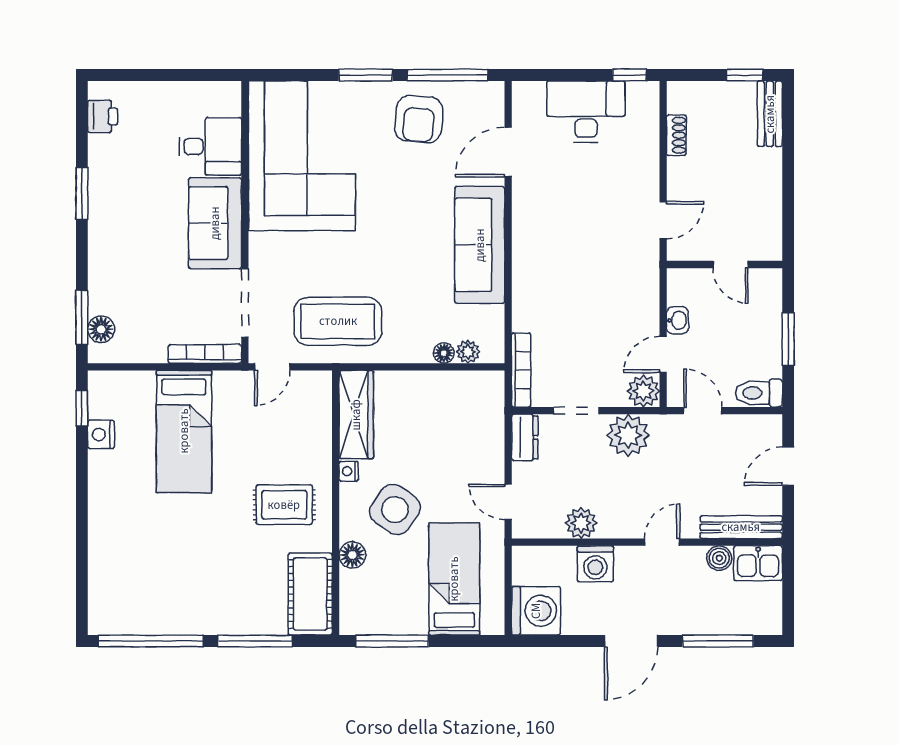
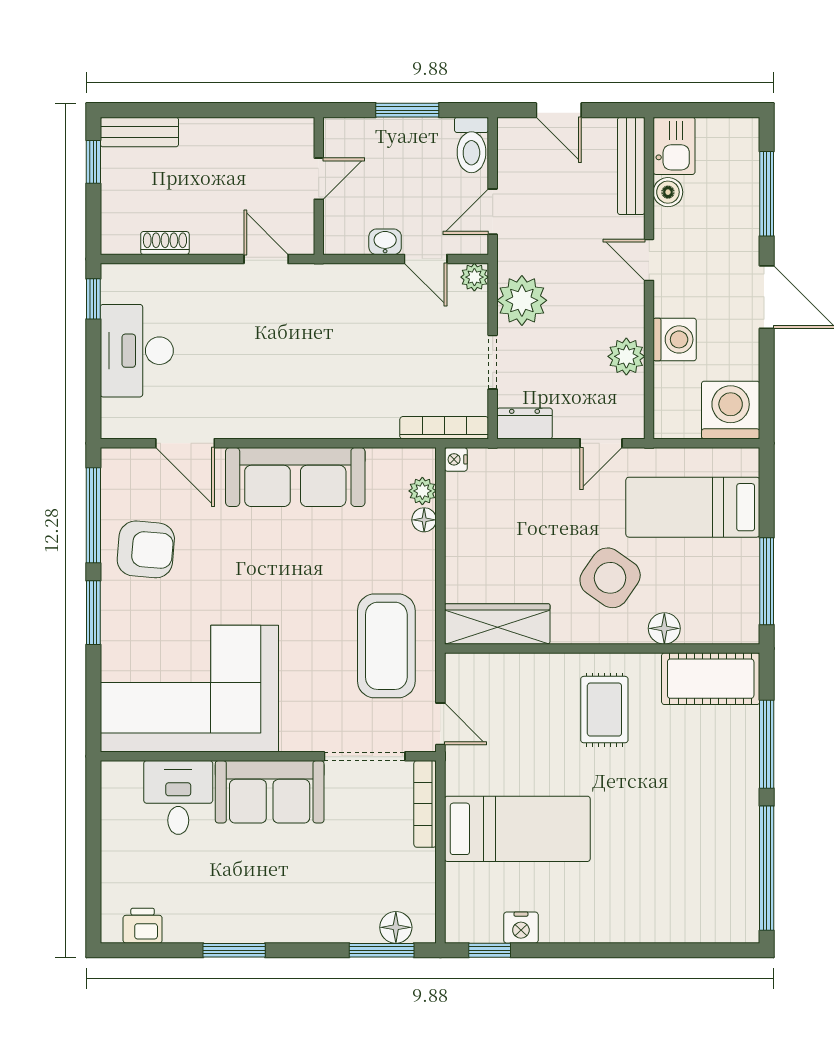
plant: (643, 391) -> (474, 277), width x0.73, depth x0.73
nightstand: (349, 471) -> (456, 459), moved, turned 90

